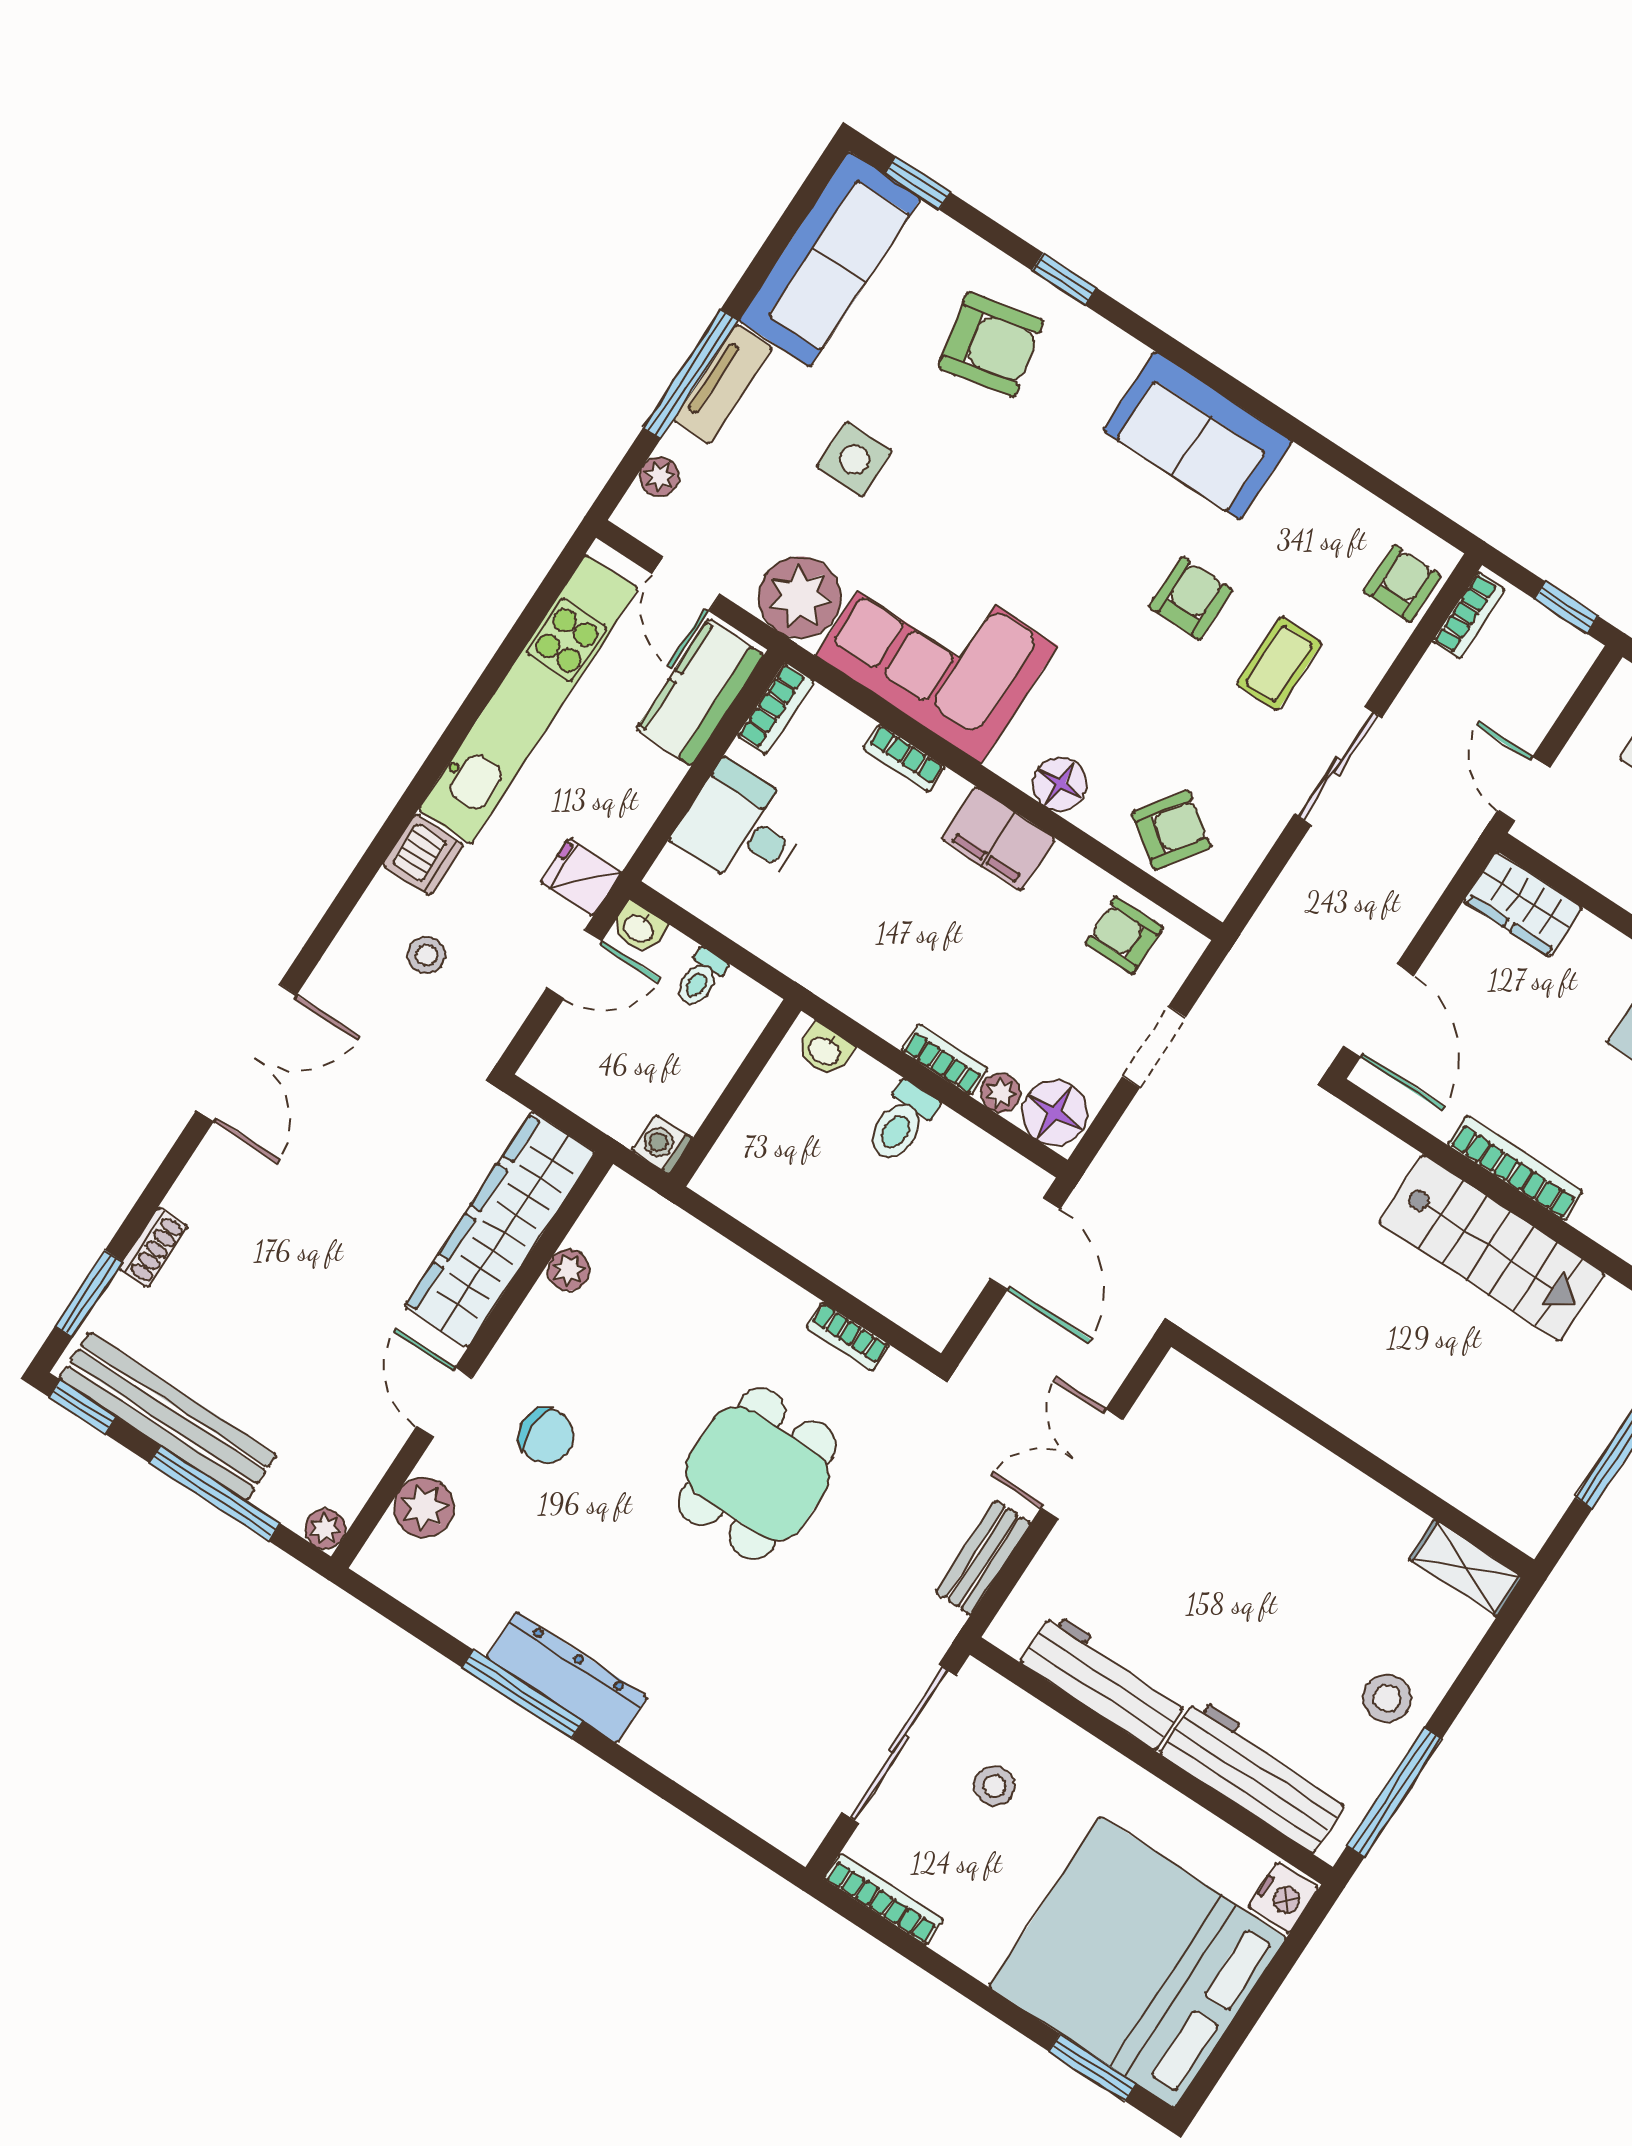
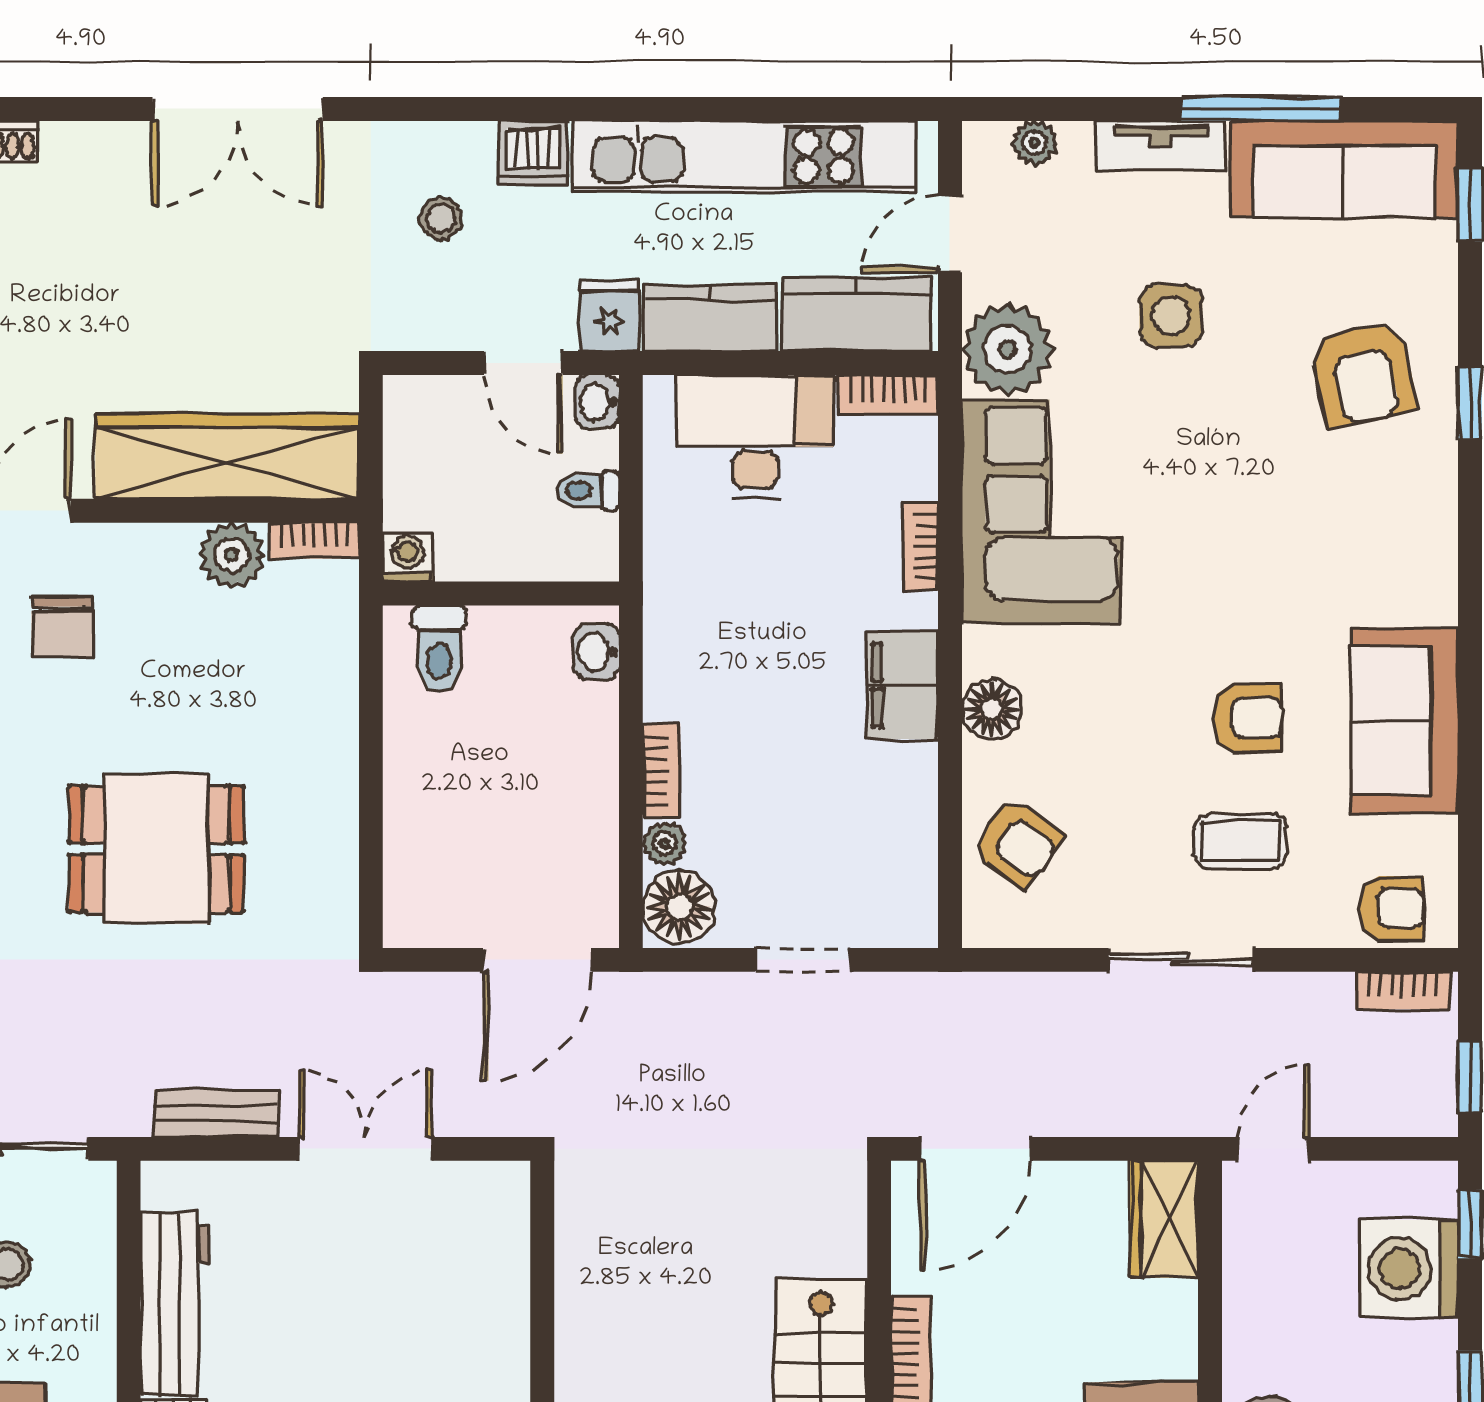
window: (691, 374) -> (1261, 109), moved
sofa: (1197, 436) -> (1405, 721), moved
kitchen counter: (632, 803) -> (710, 318), added
desk: (742, 828) -> (755, 437), width x1.37
armchair: (1124, 935) -> (889, 863), removed
toilet: (901, 1123) -> (439, 649), moved, turned -90
plant: (569, 1270) -> (232, 555), width x1.38, depth x1.38
bookcase: (848, 1336) -> (314, 541), moved, turned -90

